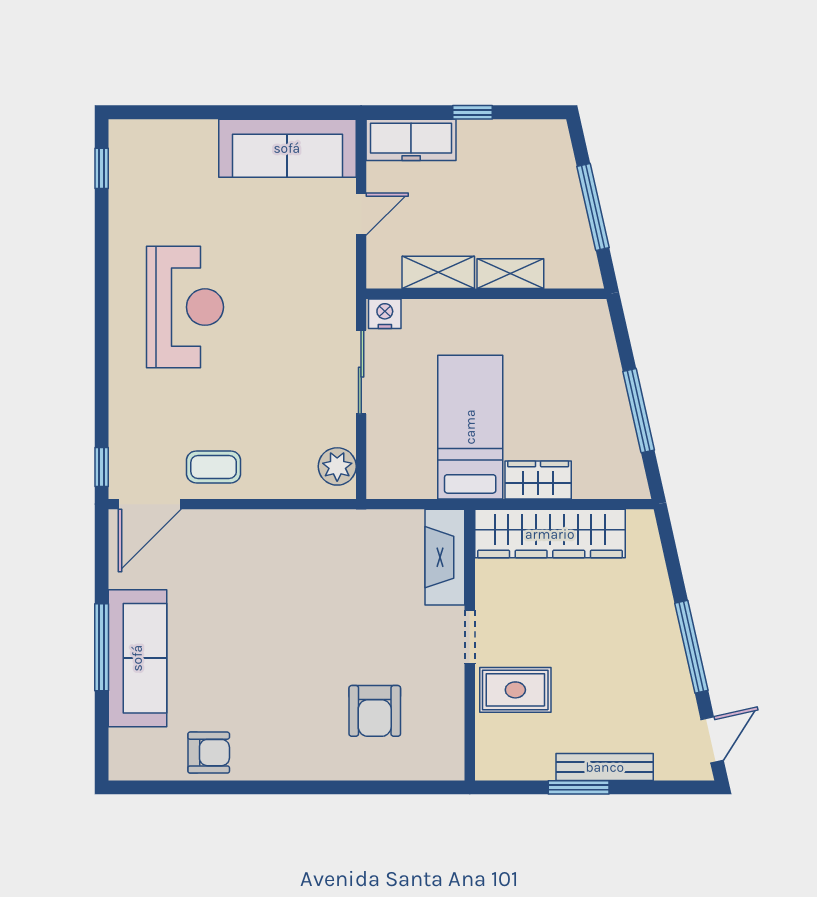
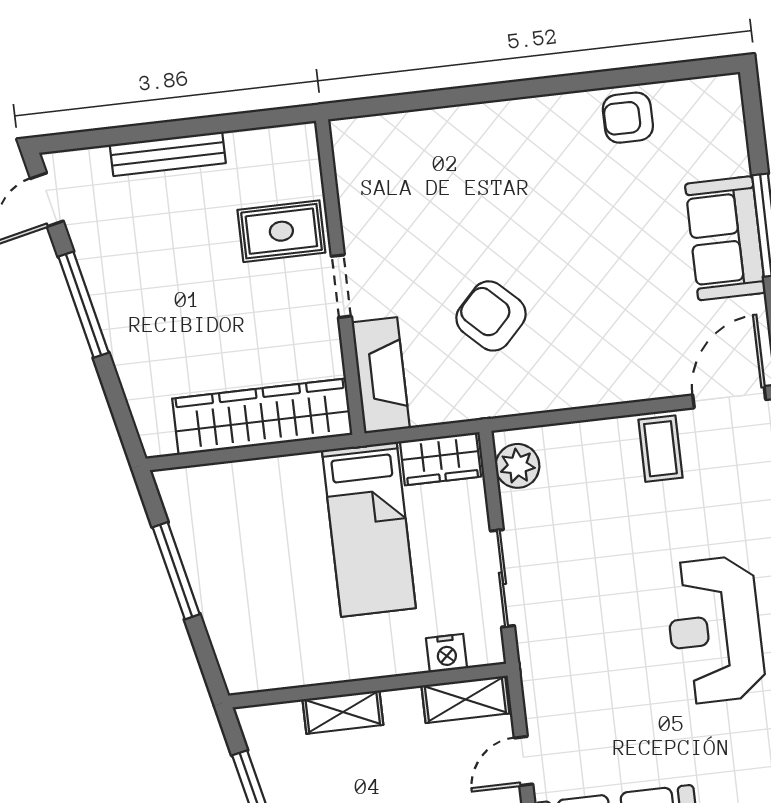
shelving: (438, 272) -> (465, 699), moved
nightstand: (385, 314) -> (447, 653), moved
coffee table: (214, 467) -> (660, 449), turned 90
wardrobe: (538, 480) -> (440, 459), moved
sofa: (137, 658) -> (725, 238), width x0.73
armchair: (375, 711) -> (491, 316), moved, turned -46
window: (579, 787) -> (195, 127), removed

